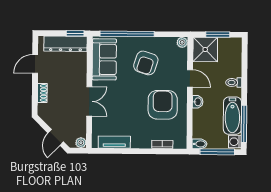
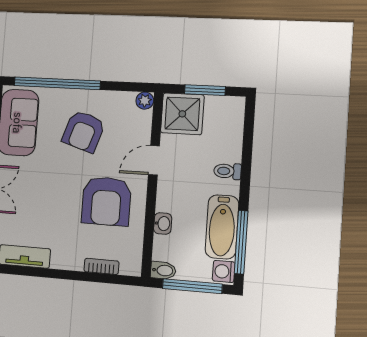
door: (190, 78) -> (154, 160), swing flipped
washbasin: (198, 102) -> (163, 223), moved
armchair: (163, 105) -> (106, 201), turned 180

